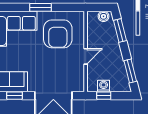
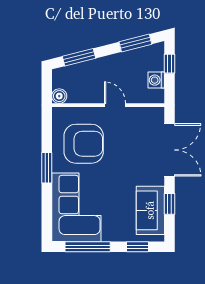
boiler: (104, 16) -> (59, 96), moved
window: (104, 96) -> (170, 64), moved

